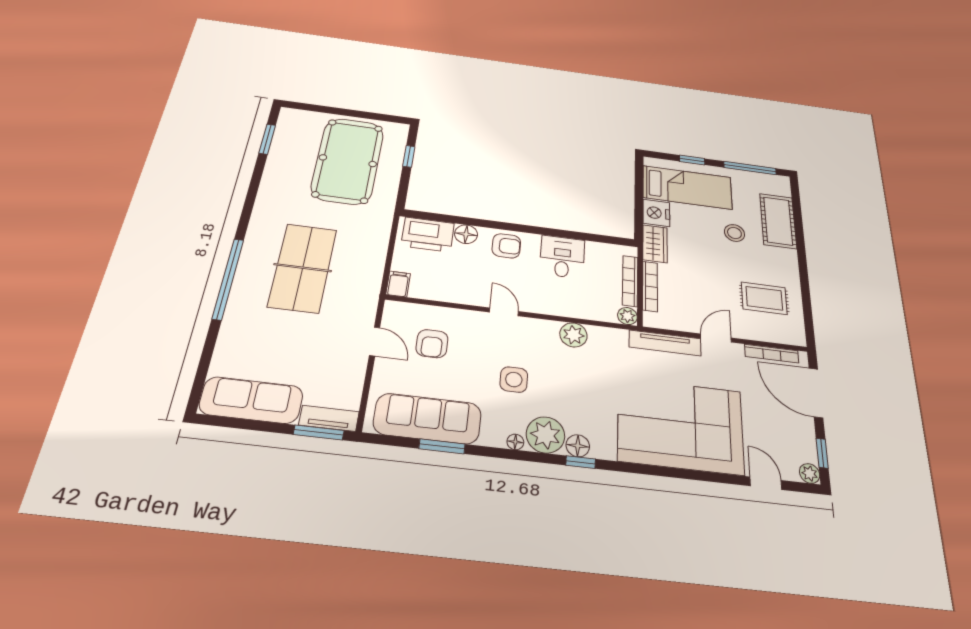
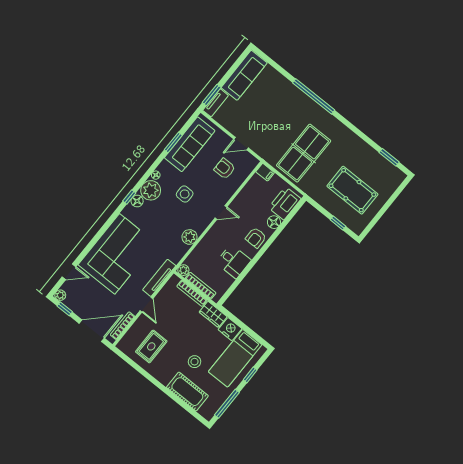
pool table: (348, 161) -> (352, 190), width x0.73, depth x0.76
table tennis table: (303, 268) -> (304, 153), moved, turned 90

